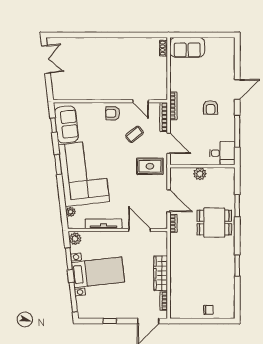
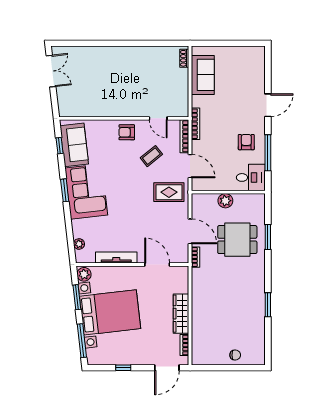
sofa: (187, 47) -> (203, 75), moved, turned -90
armchair: (211, 107) -> (246, 142), moved, turned 180
corner sofa: (84, 173) -> (86, 192), width x0.73, depth x0.74
dining table: (214, 223) -> (237, 240), moved
bed with nightstands: (98, 272) -> (110, 312), width x1.36

